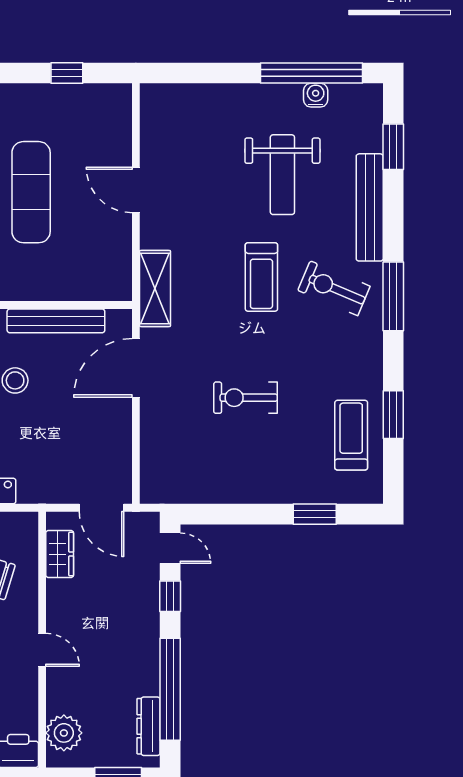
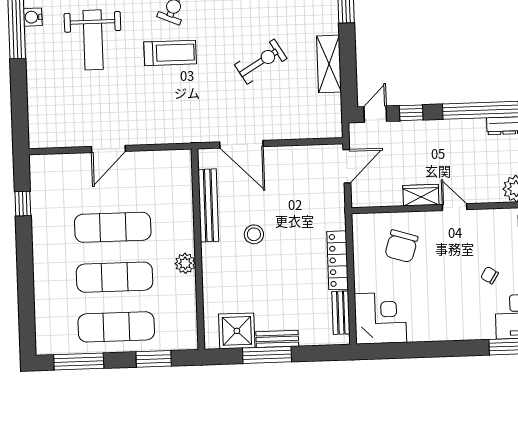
weight bench: (282, 175) -> (93, 40), turned 90
shelving: (155, 288) -> (329, 64), moved, turned 90
exercise bike: (246, 398) -> (261, 62), turned -121
wardrobe: (60, 554) -> (421, 195), moved
door: (42, 650) -> (455, 207), hinge flipped

